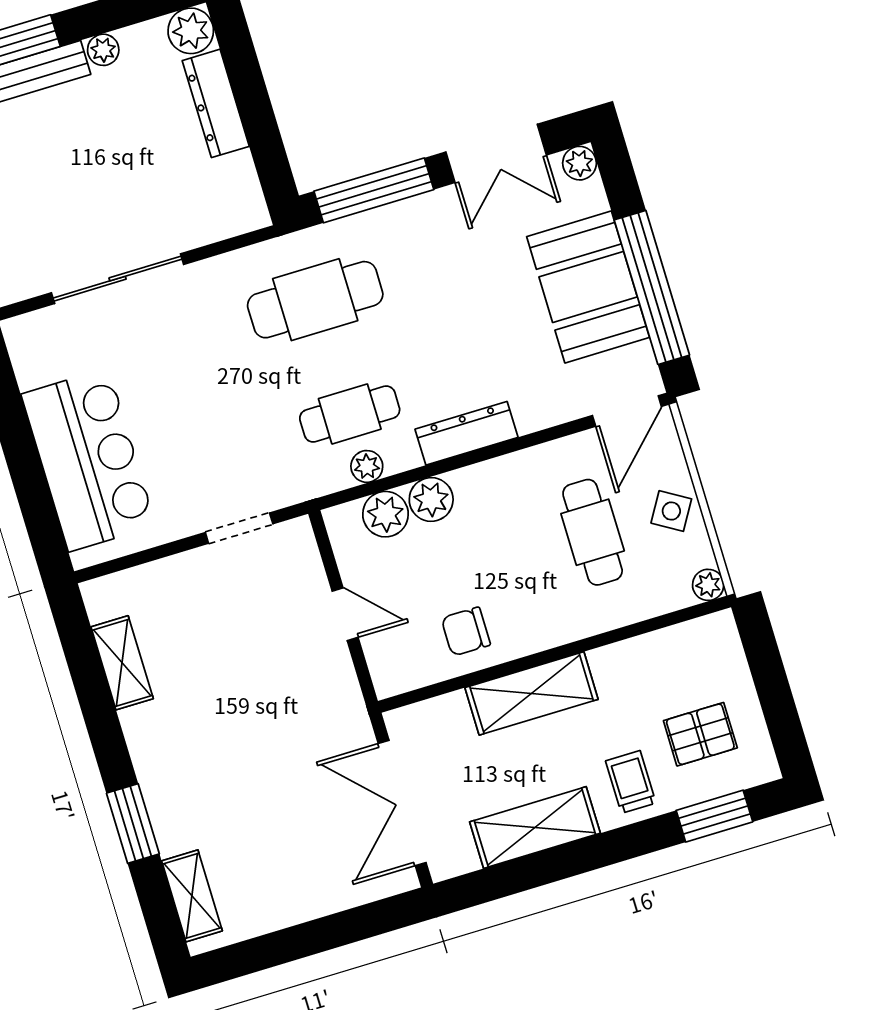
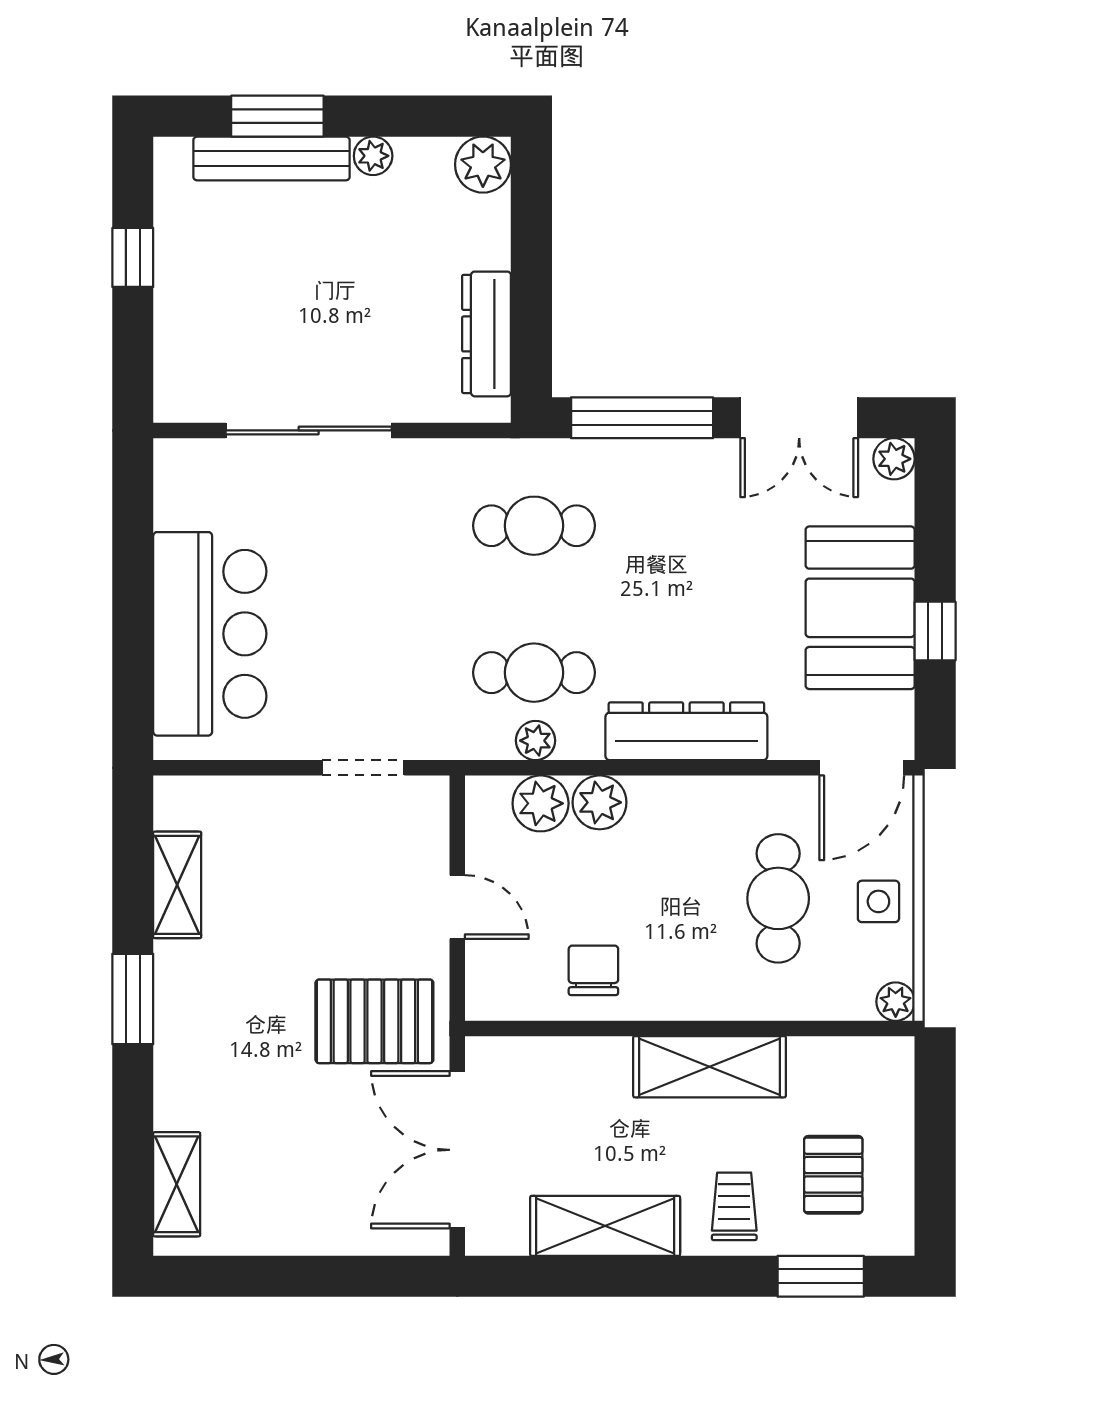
dresser: (216, 103) -> (487, 334), moved
window: (652, 287) -> (935, 631), width x0.32
cafe table: (315, 300) -> (534, 526), width x0.73, depth x0.74
dresser: (466, 433) -> (686, 731), width x1.37, depth x1.24
side table: (671, 511) -> (878, 901), turned -31
chair: (466, 631) -> (593, 970), turned 90
shelving: (532, 693) -> (710, 1067), moved
pallet: (307, 723) -> (374, 1021), added
pallet: (700, 734) -> (833, 1175), turned 90
window: (133, 823) -> (133, 999), moved

